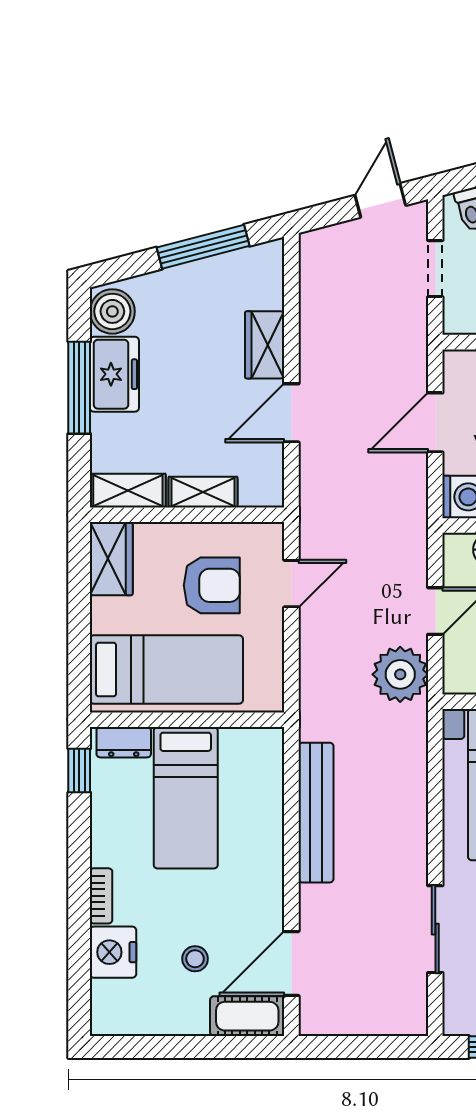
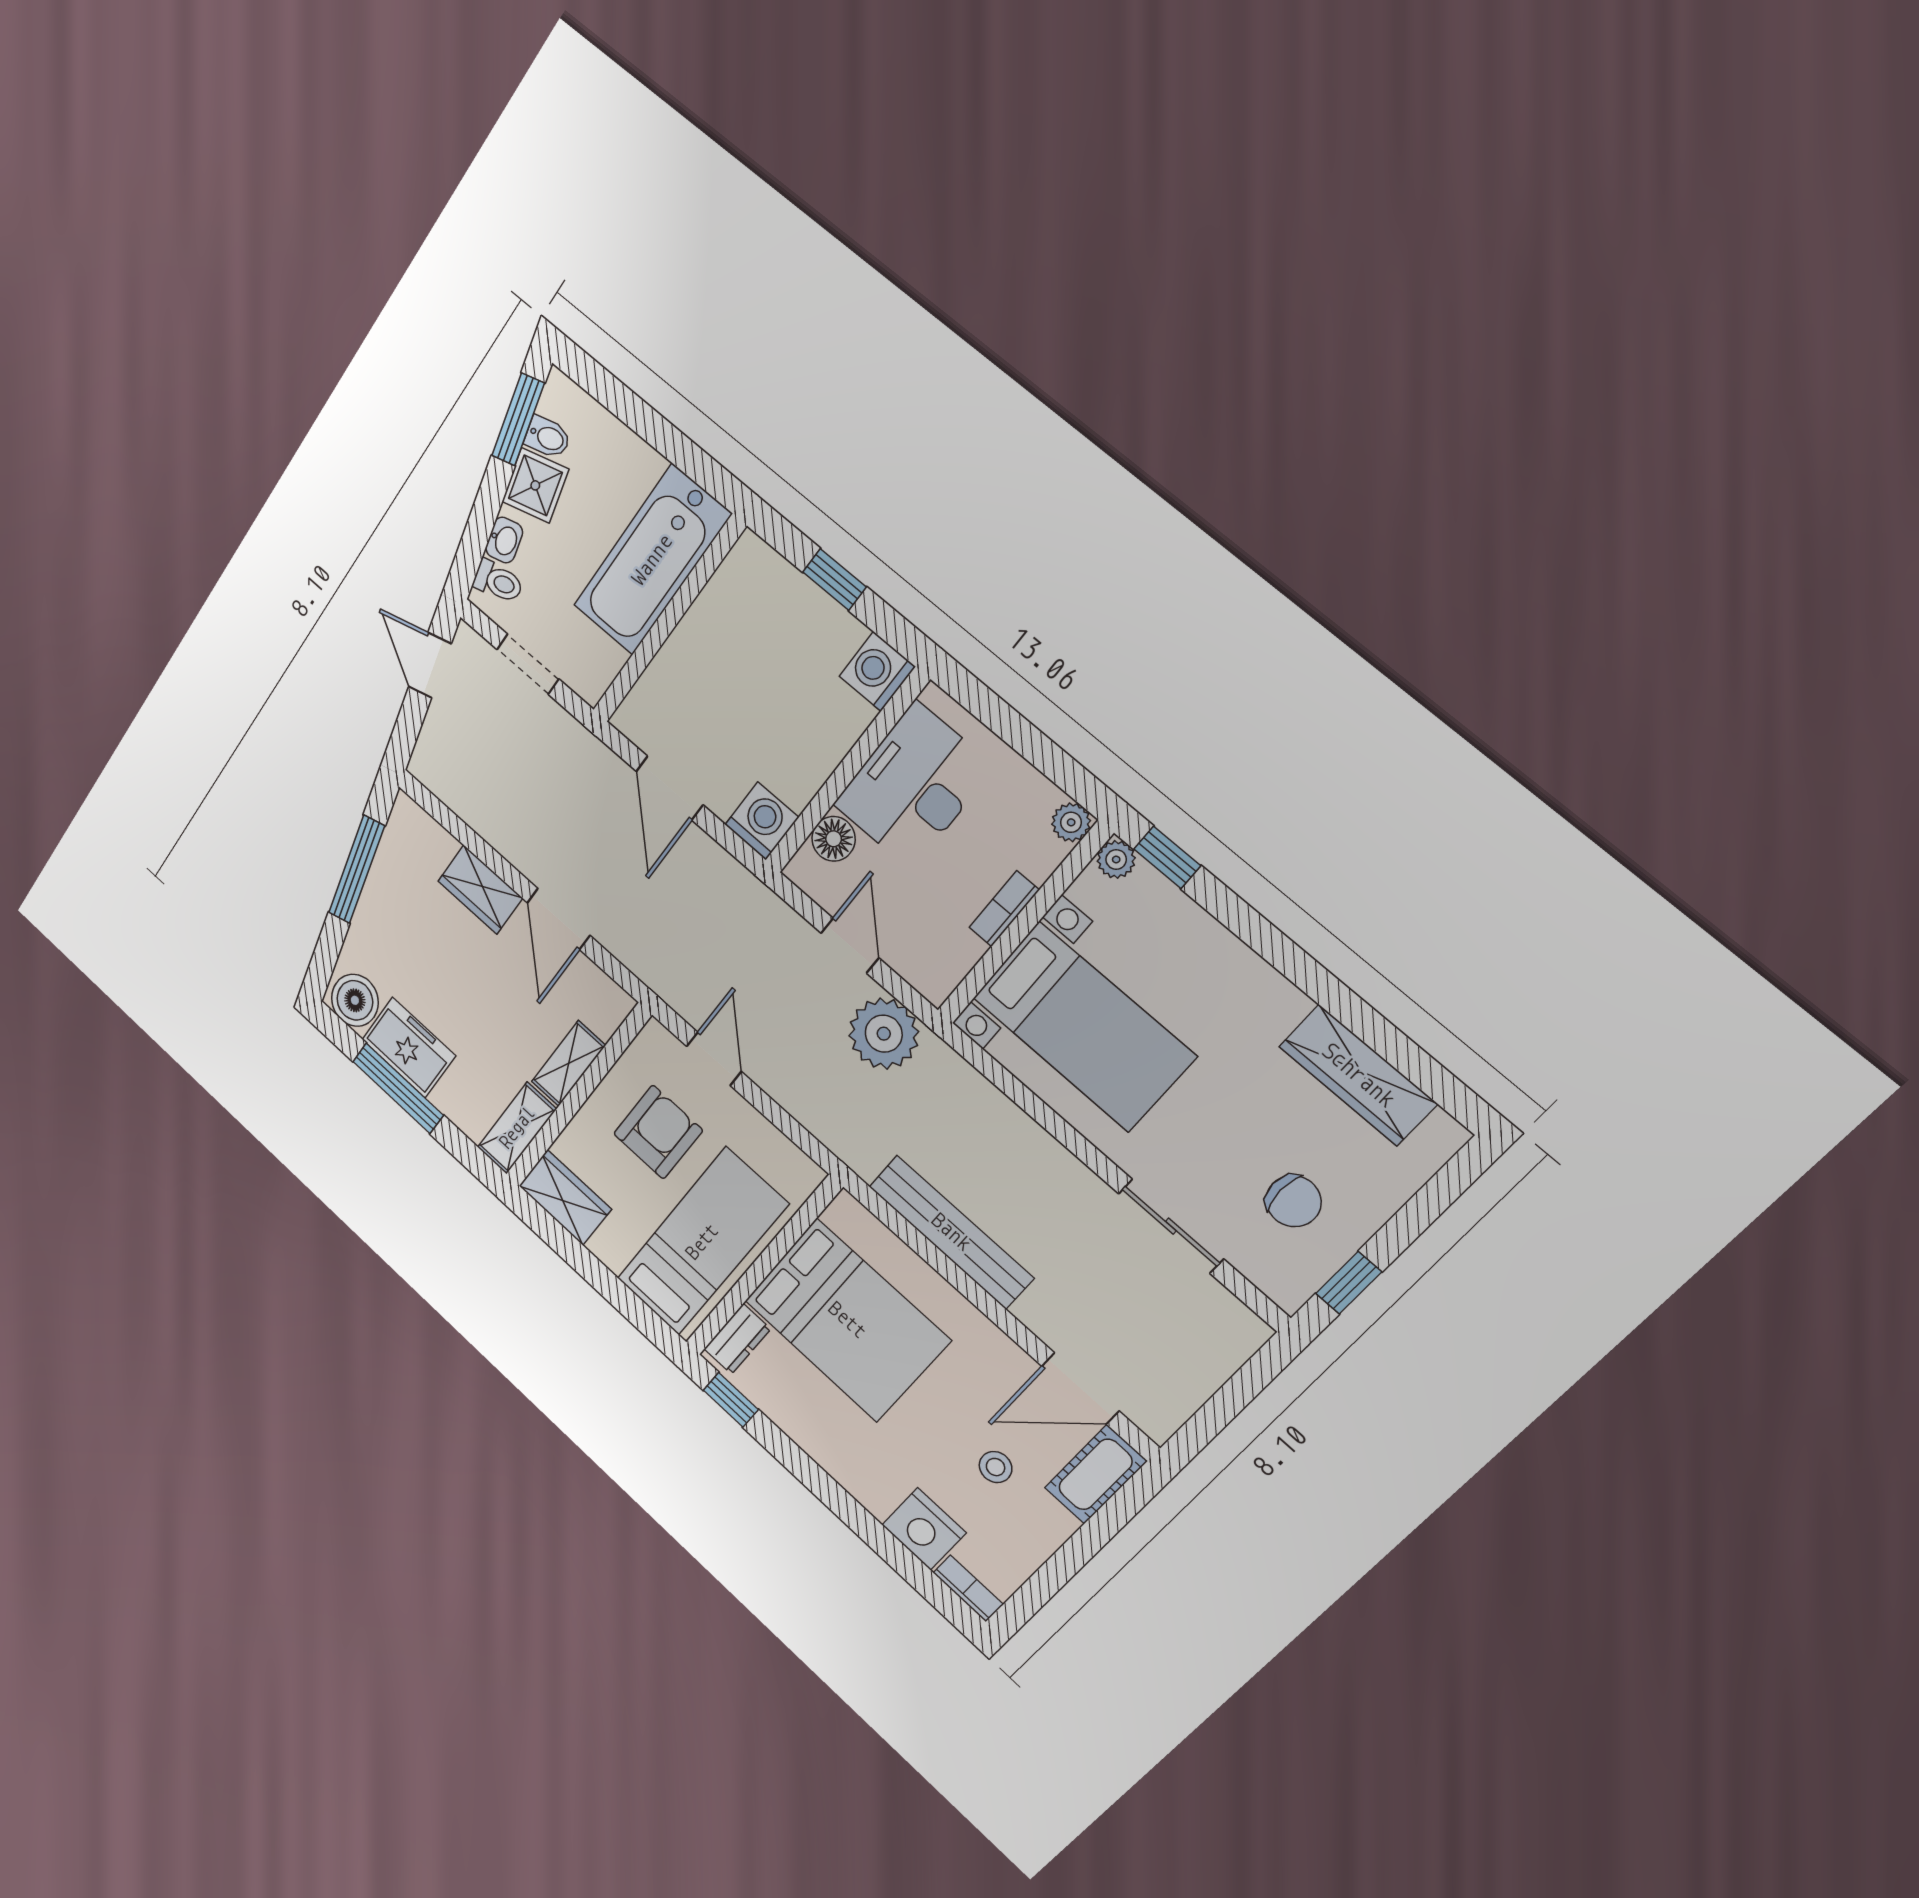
bed: (186, 798) -> (847, 1320), width x1.50
bookcase: (101, 896) -> (968, 1588), moved
door: (291, 963) -> (1080, 1388), hinge flipped

